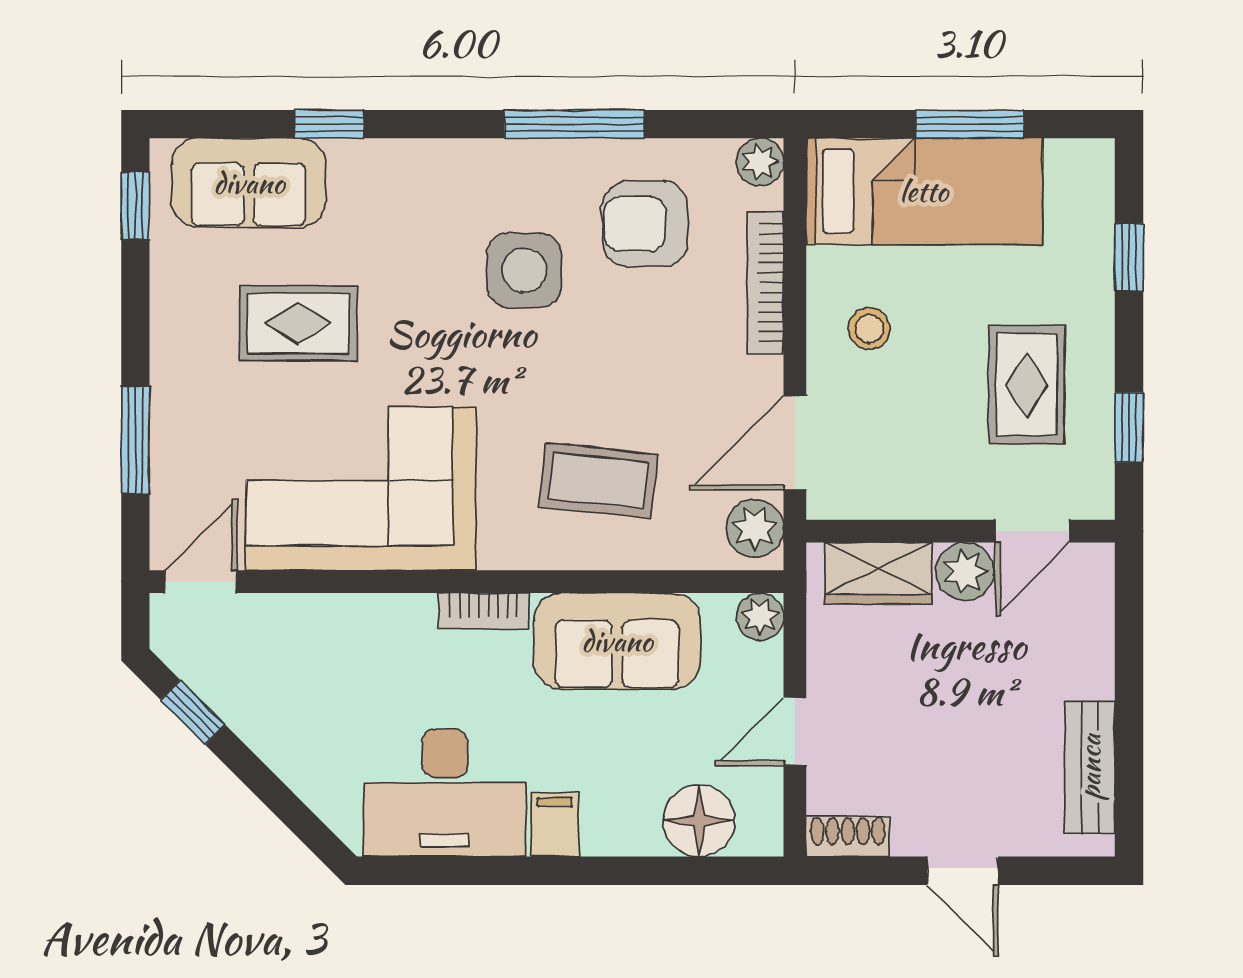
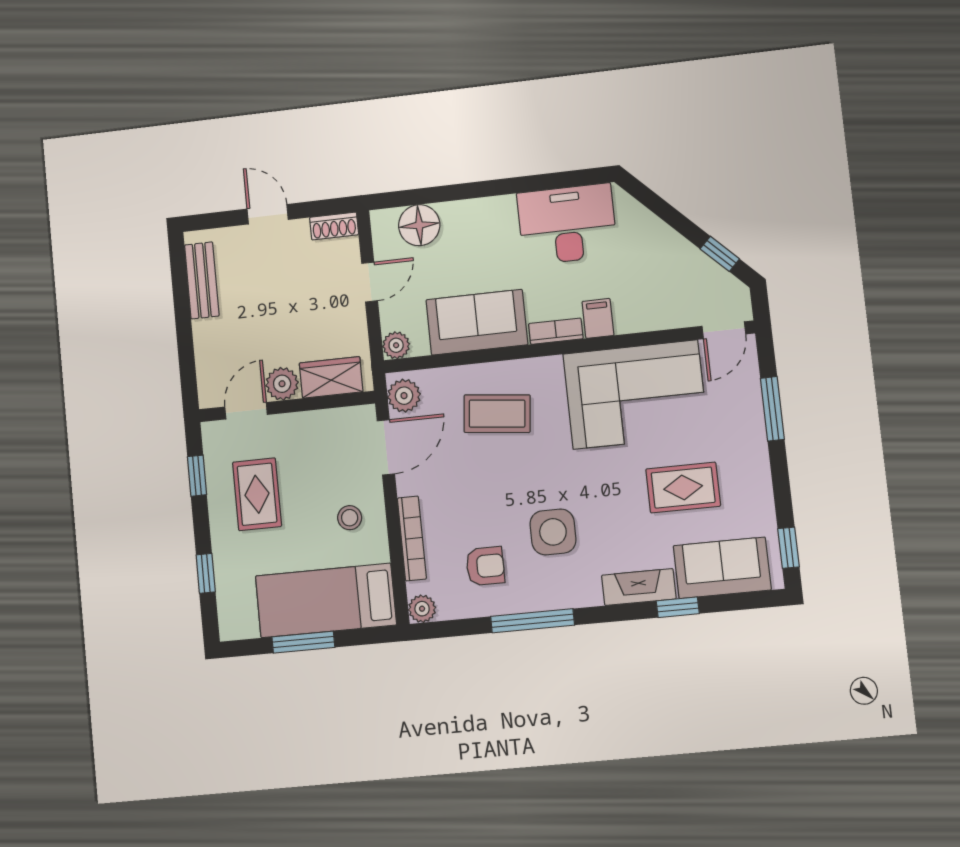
fireplace: (390, 164) -> (639, 587), added
armchair: (645, 224) -> (485, 566), width x0.72, depth x0.72
filing cabinet: (555, 825) -> (598, 318), moved, turned 180

